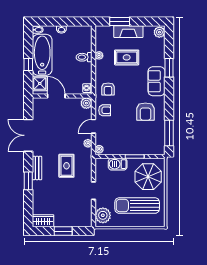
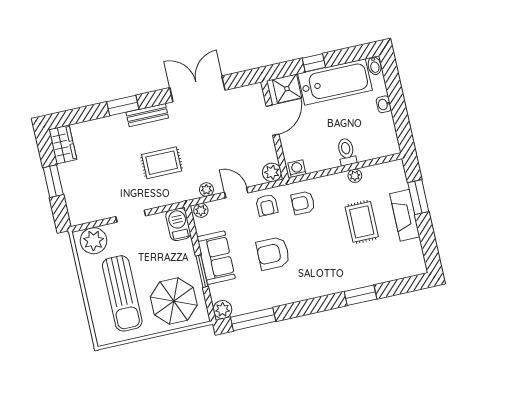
plant: (159, 32) -> (223, 310), moved
sofa: (156, 81) -> (216, 258), moved, turned 90
armchair: (145, 112) -> (273, 253), moved
barbecue: (118, 164) -> (178, 224), moved
sun lounger: (137, 206) -> (122, 293), turned 180

